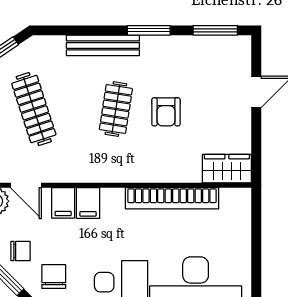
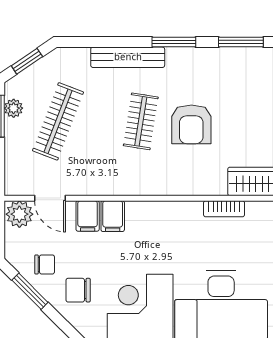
clothes rail: (34, 109) -> (58, 121), turned 39
armchair: (166, 112) -> (191, 124), width x1.38, depth x1.38
bookcase: (172, 198) -> (224, 209), width x0.43, depth x0.76
chair: (54, 277) -> (78, 290), turned -90

